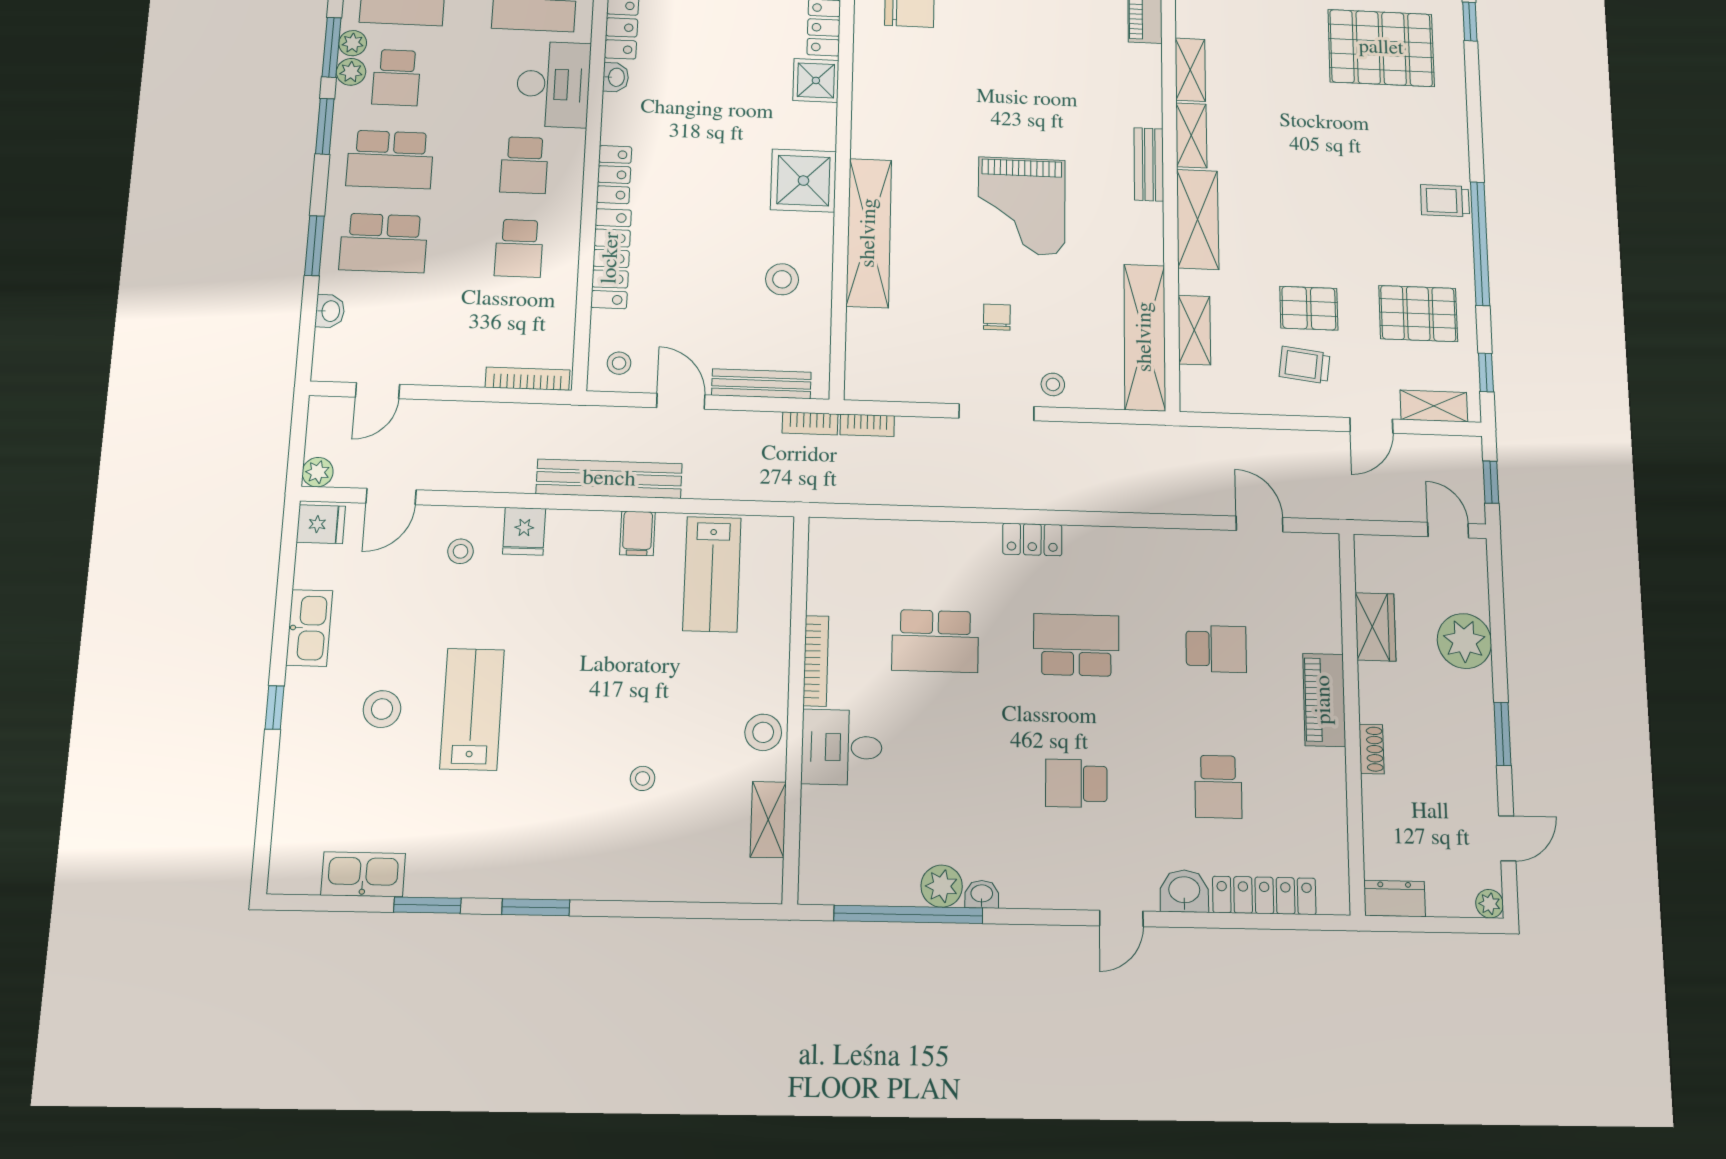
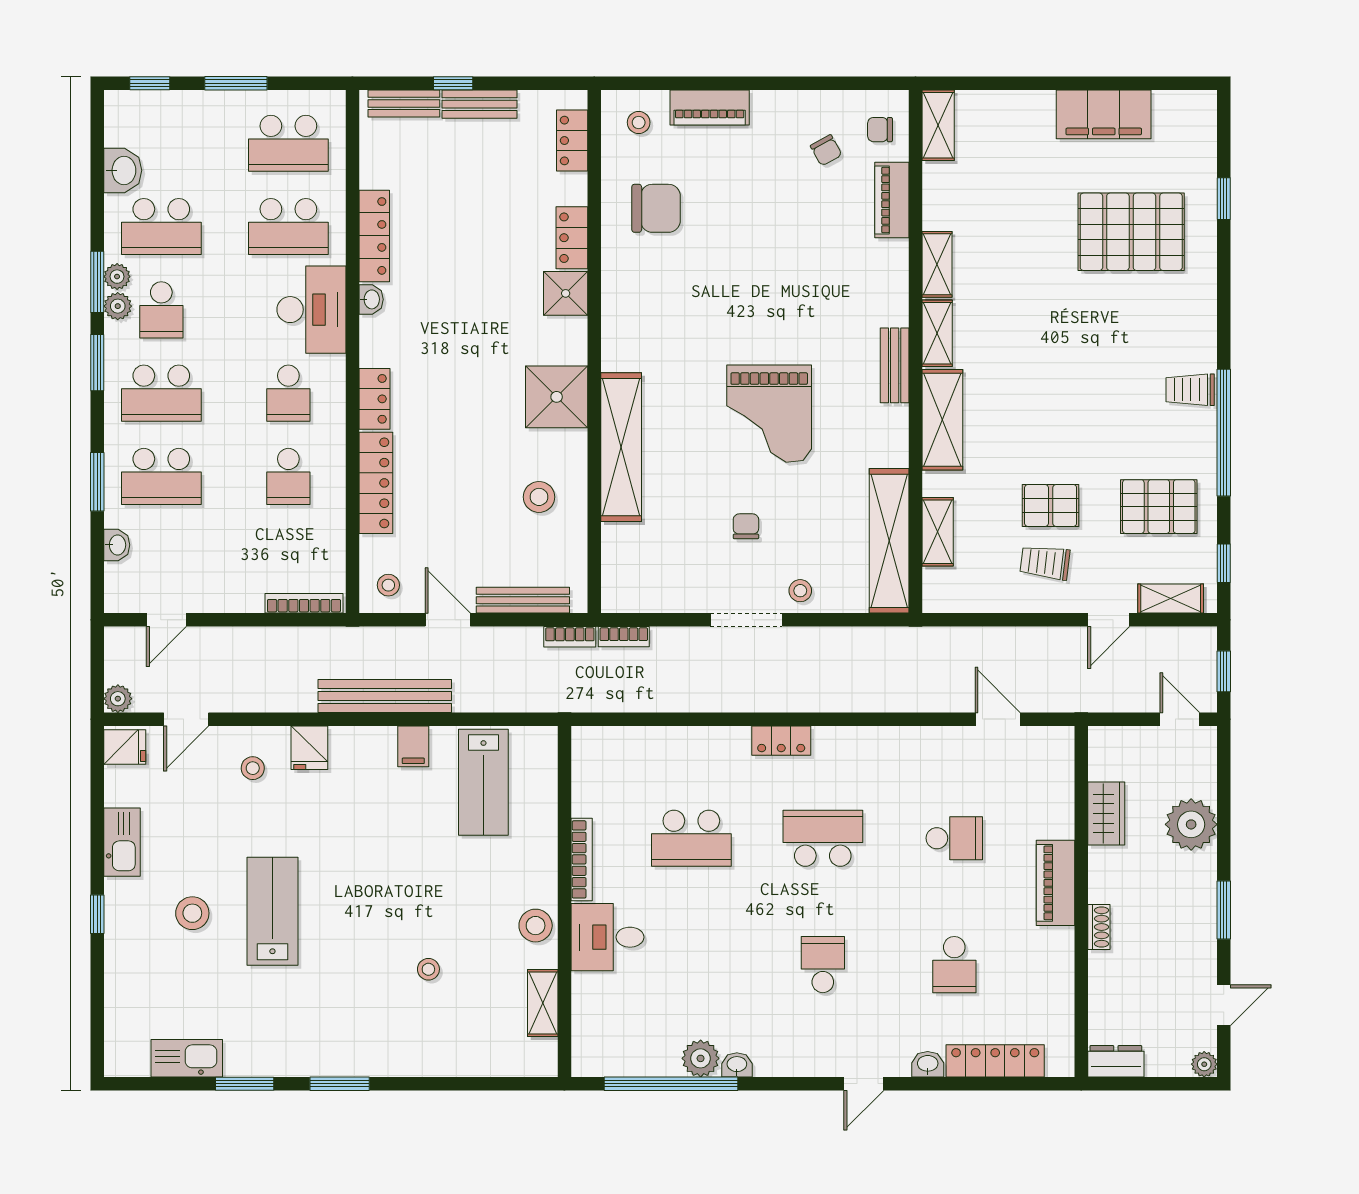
school desk: (1076, 783) -> (823, 965), turned 90
washbasin: (1184, 891) -> (928, 1064), width x0.72, depth x0.69

